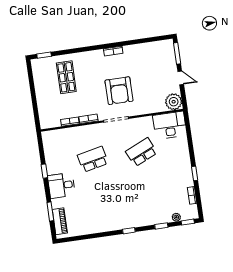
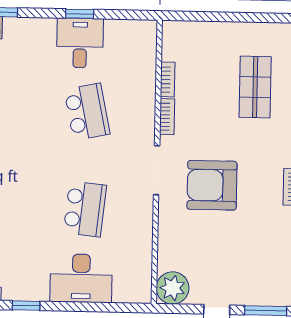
shop shelf: (66, 77) -> (255, 87), turned 90
desk: (170, 125) -> (81, 278), moved, turned 90
school desk: (141, 152) -> (85, 209), turned 30
desk: (61, 185) -> (80, 43), moved

